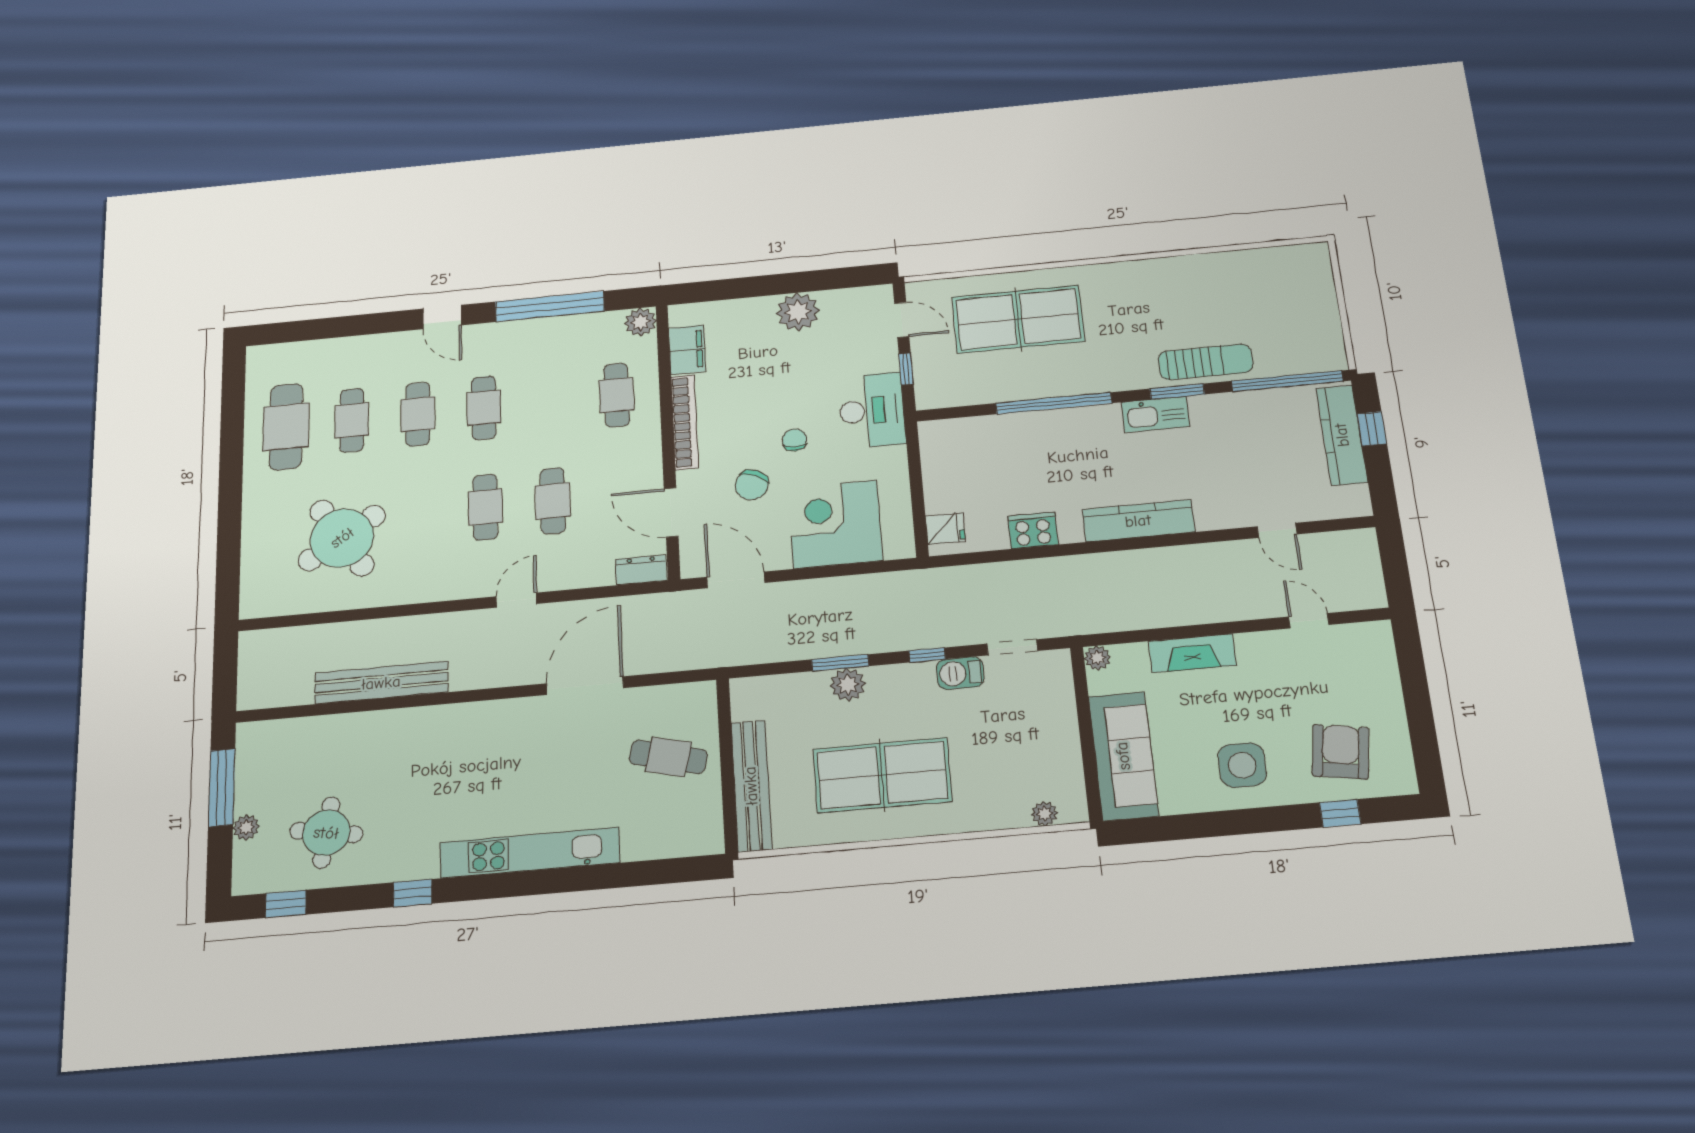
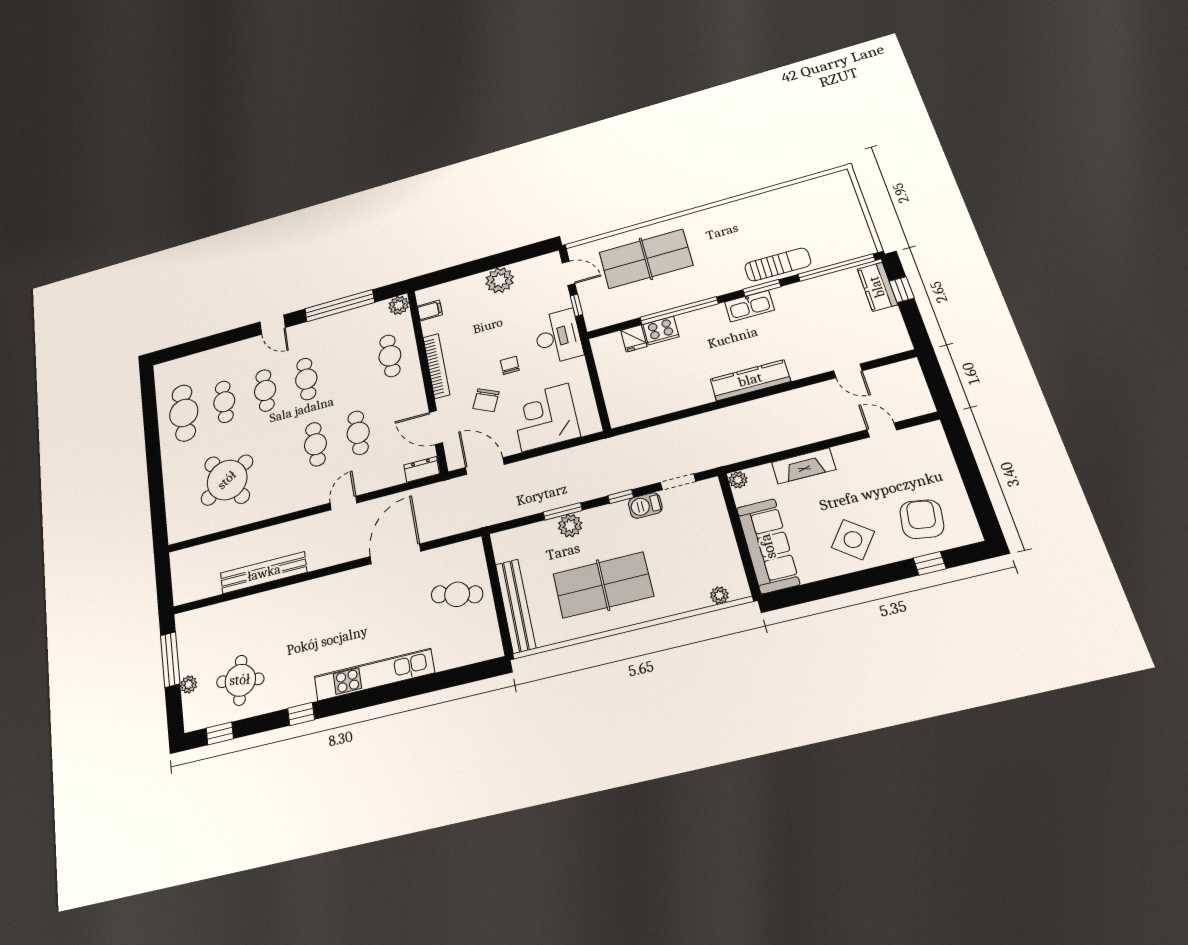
filing cabinet: (687, 350) -> (430, 310), width x0.50
kitchen counter: (1342, 435) -> (877, 287), width x0.67
fridge: (945, 529) -> (634, 338), moved, turned 90
cooker: (1033, 530) -> (661, 331), moved, turned 180
side table: (1242, 765) -> (853, 540), turned 38

